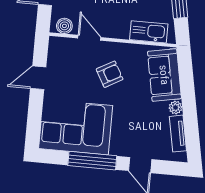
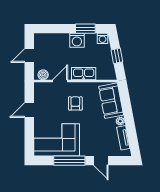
kitchen sink: (149, 32) -> (84, 74), moved
door: (89, 38) -> (60, 81), hinge flipped
armchair: (110, 74) -> (75, 103), turned -61

